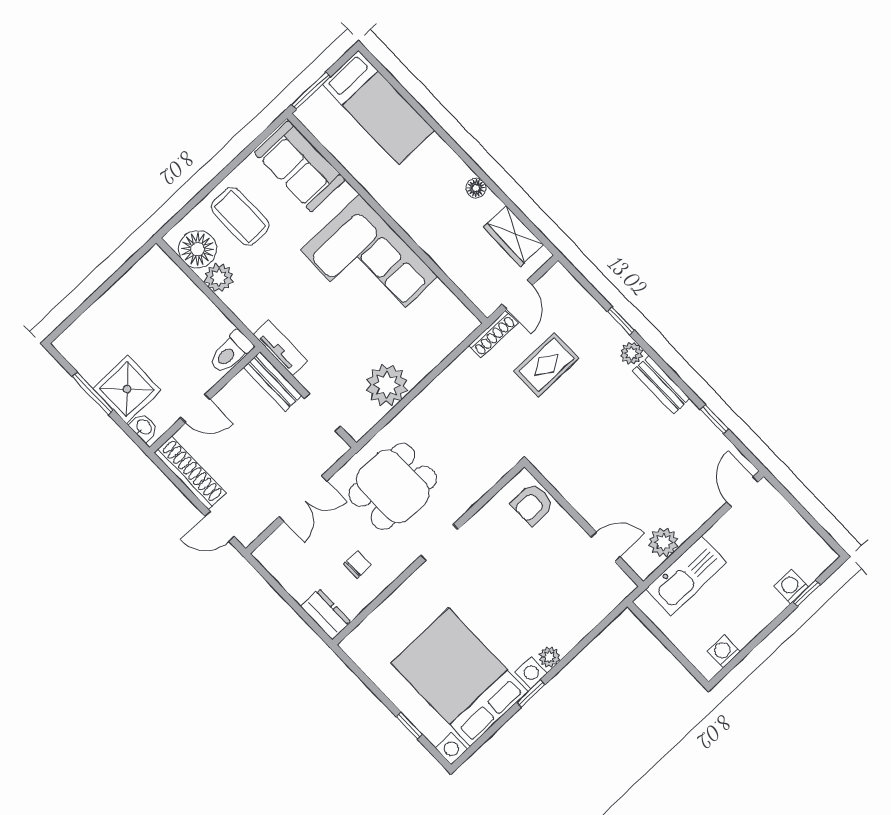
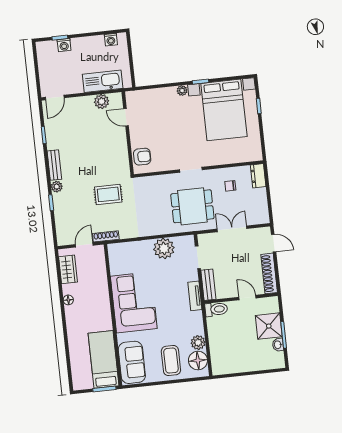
bed: (379, 107) -> (104, 359), moved
rug: (546, 365) -> (108, 194), moved
washbasin: (144, 427) -> (278, 345), moved

